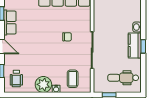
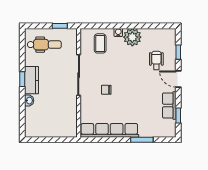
wheelchair: (16, 79) -> (156, 60), moved

